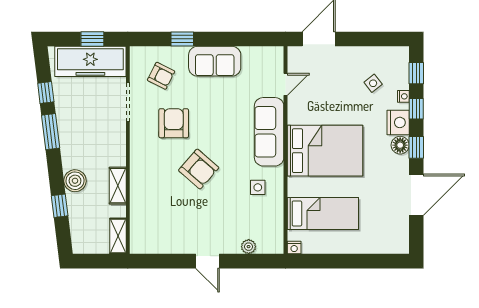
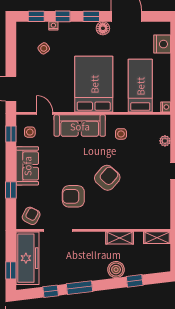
window: (92, 39) -> (11, 270), moved
window: (258, 39) -> (11, 134), added
side table: (260, 65) -> (30, 132), added
armchair: (161, 76) -> (31, 216), moved
nightstand: (398, 122) -> (162, 44), moved, turned 90
floor lamp: (400, 145) -> (103, 28), moved

